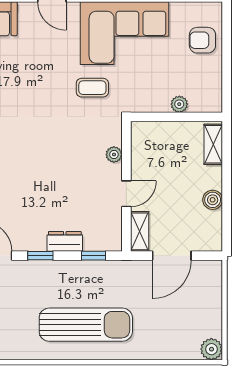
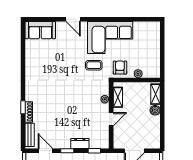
armchair: (202, 40) -> (120, 68), moved, turned 90
boiler: (213, 200) -> (155, 110), moved
shelving: (140, 231) -> (118, 97), moved

